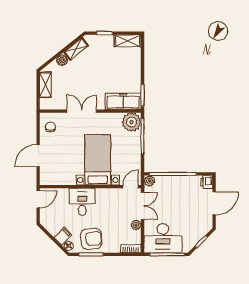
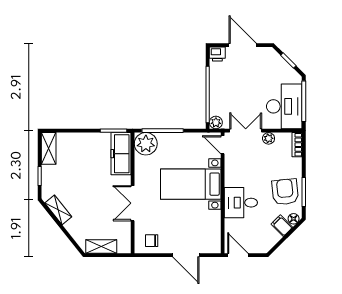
boiler: (62, 60) -> (72, 227), removed

